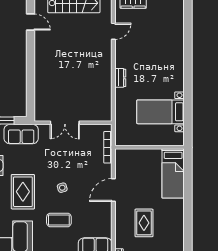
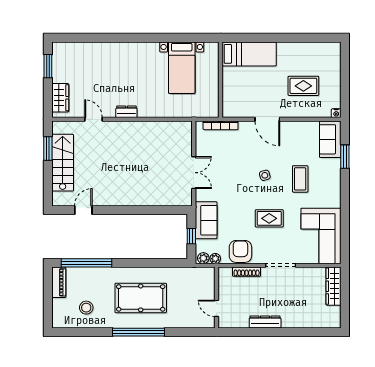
dresser: (120, 78) -> (126, 112), moved
rug: (23, 192) -> (269, 218), width x0.73, depth x0.70

